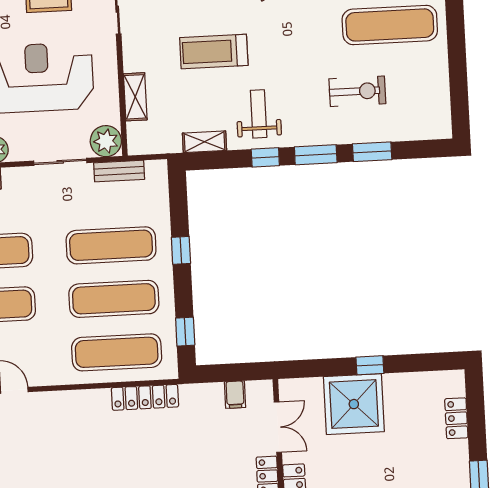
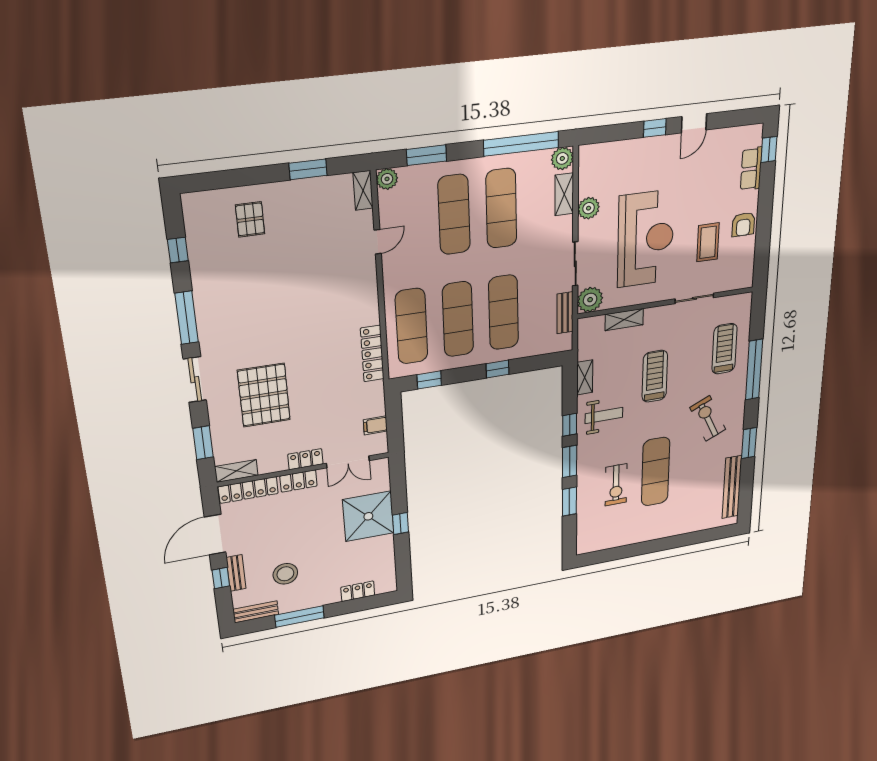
exercise mat: (390, 25) -> (656, 472), moved

